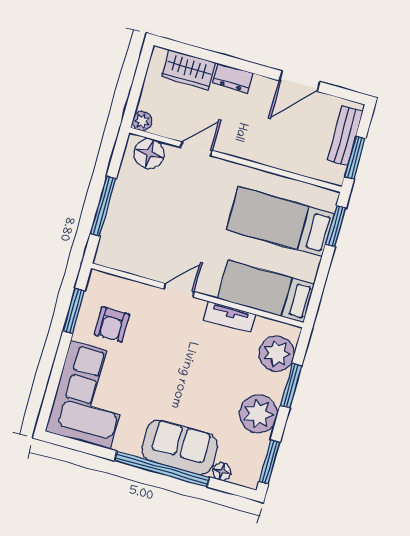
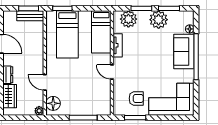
bench: (345, 136) -> (30, 16), moved
window: (270, 462) -> (169, 8), moved

